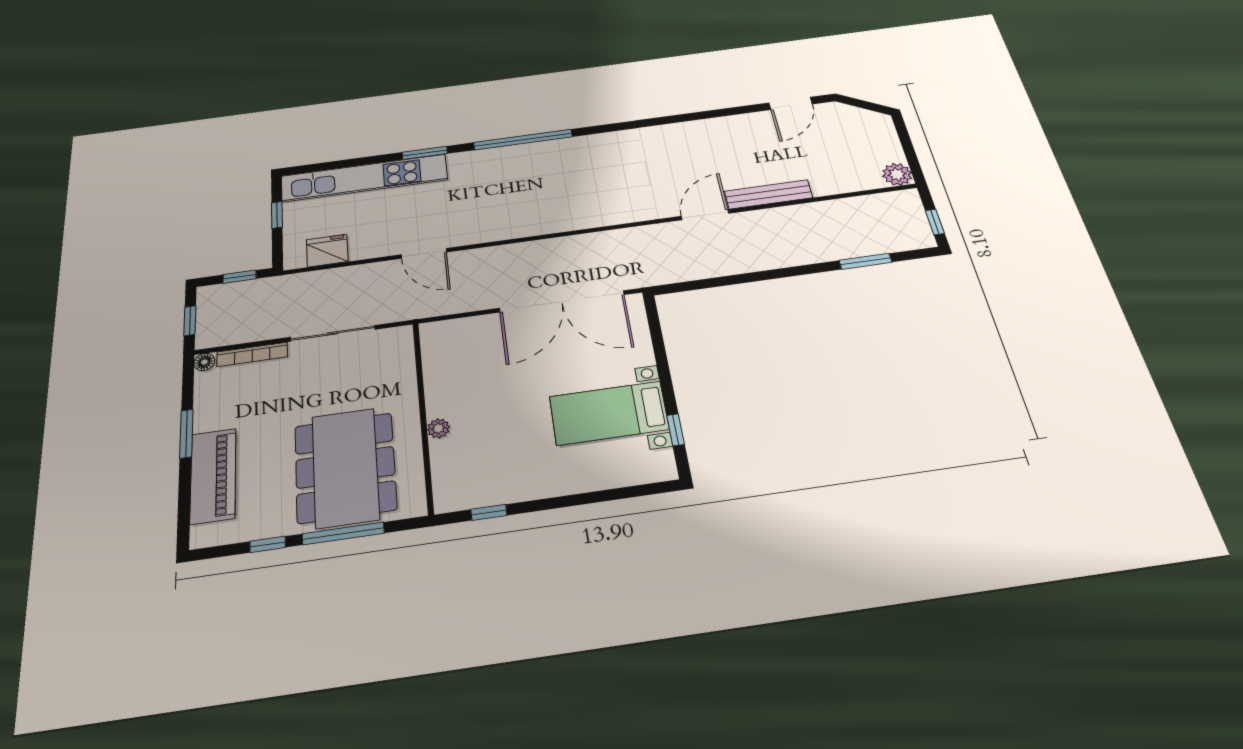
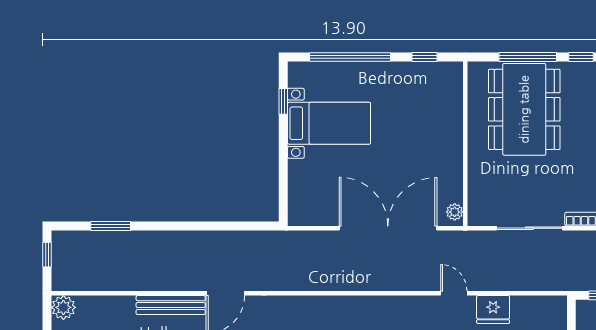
fridge: (327, 251) -> (493, 309), moved
door: (424, 253) -> (454, 293), width x0.73
double door: (562, 301) -> (388, 228), moved
plant: (438, 428) -> (455, 212), moved
window: (593, 497) -> (350, 57), added

